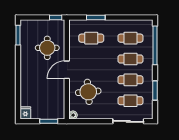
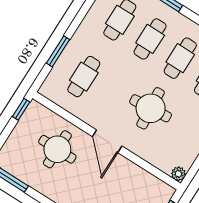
round table: (88, 92) -> (151, 108), moved

